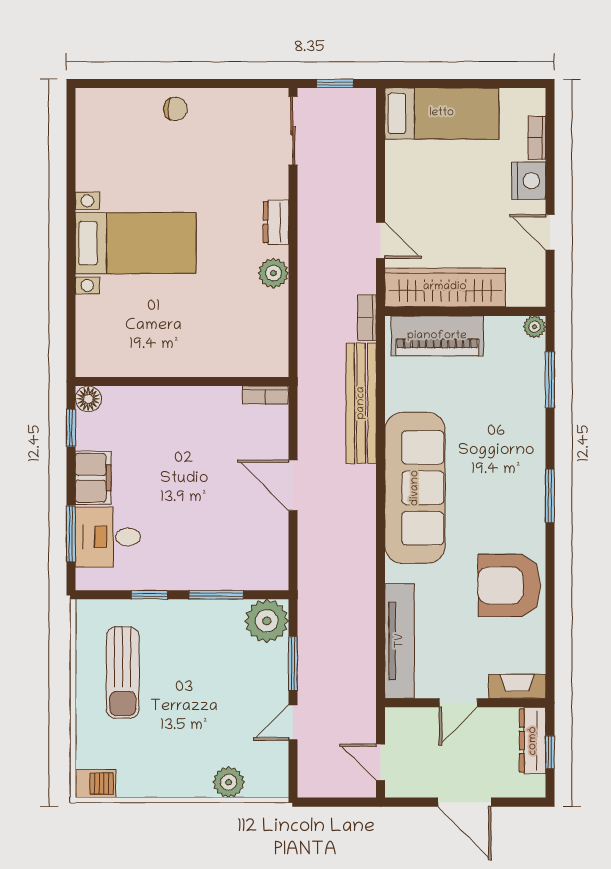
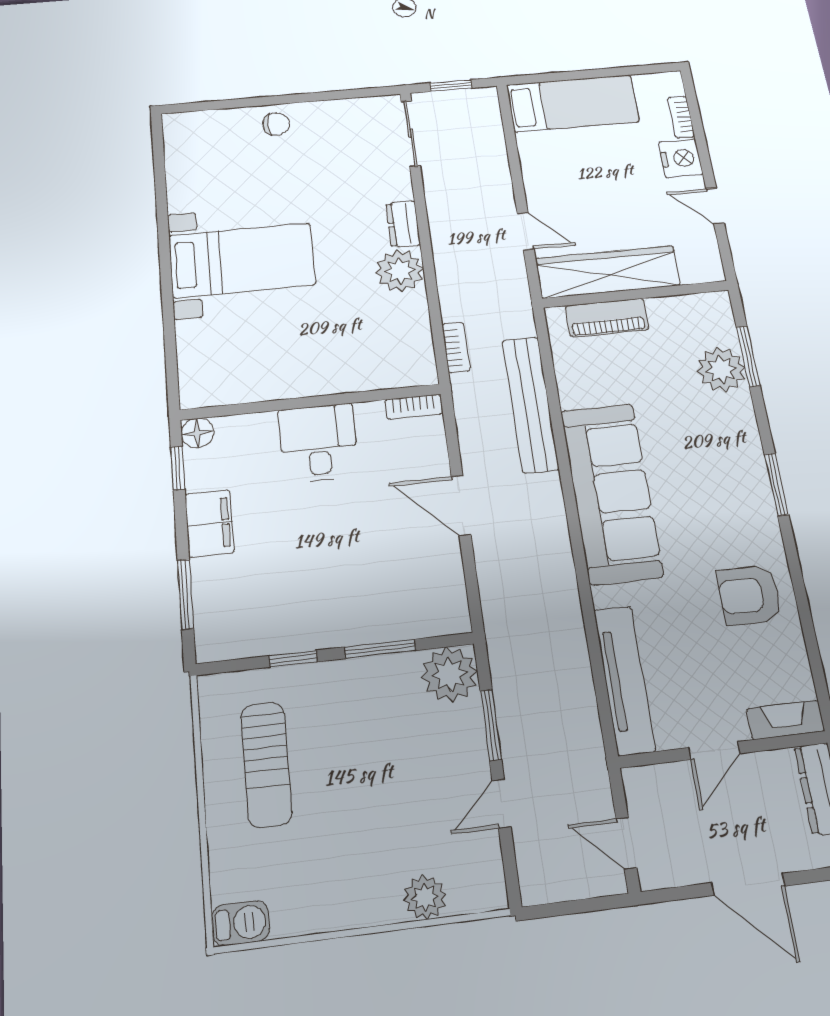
plant: (273, 273) -> (400, 271), width x1.36, depth x1.36
bookcase: (367, 318) -> (456, 348), moved, turned 180
plant: (535, 327) -> (721, 370), moved, width x1.87, depth x1.87
piano: (437, 336) -> (607, 318), width x0.73, depth x0.75
desk: (108, 537) -> (318, 443), moved, turned 90
armchair: (509, 585) -> (749, 595), width x0.73, depth x0.73

